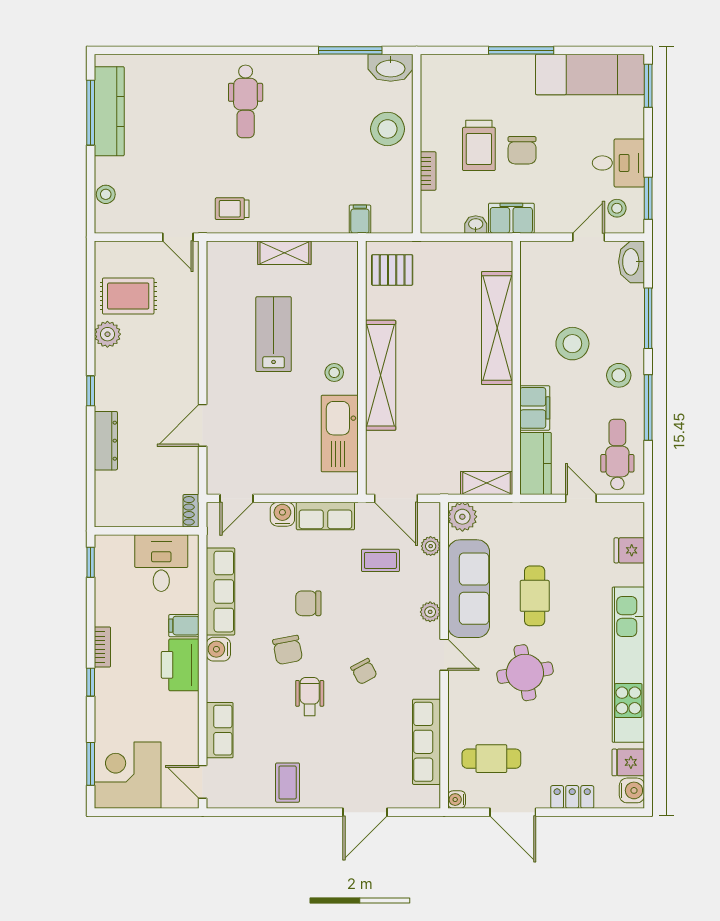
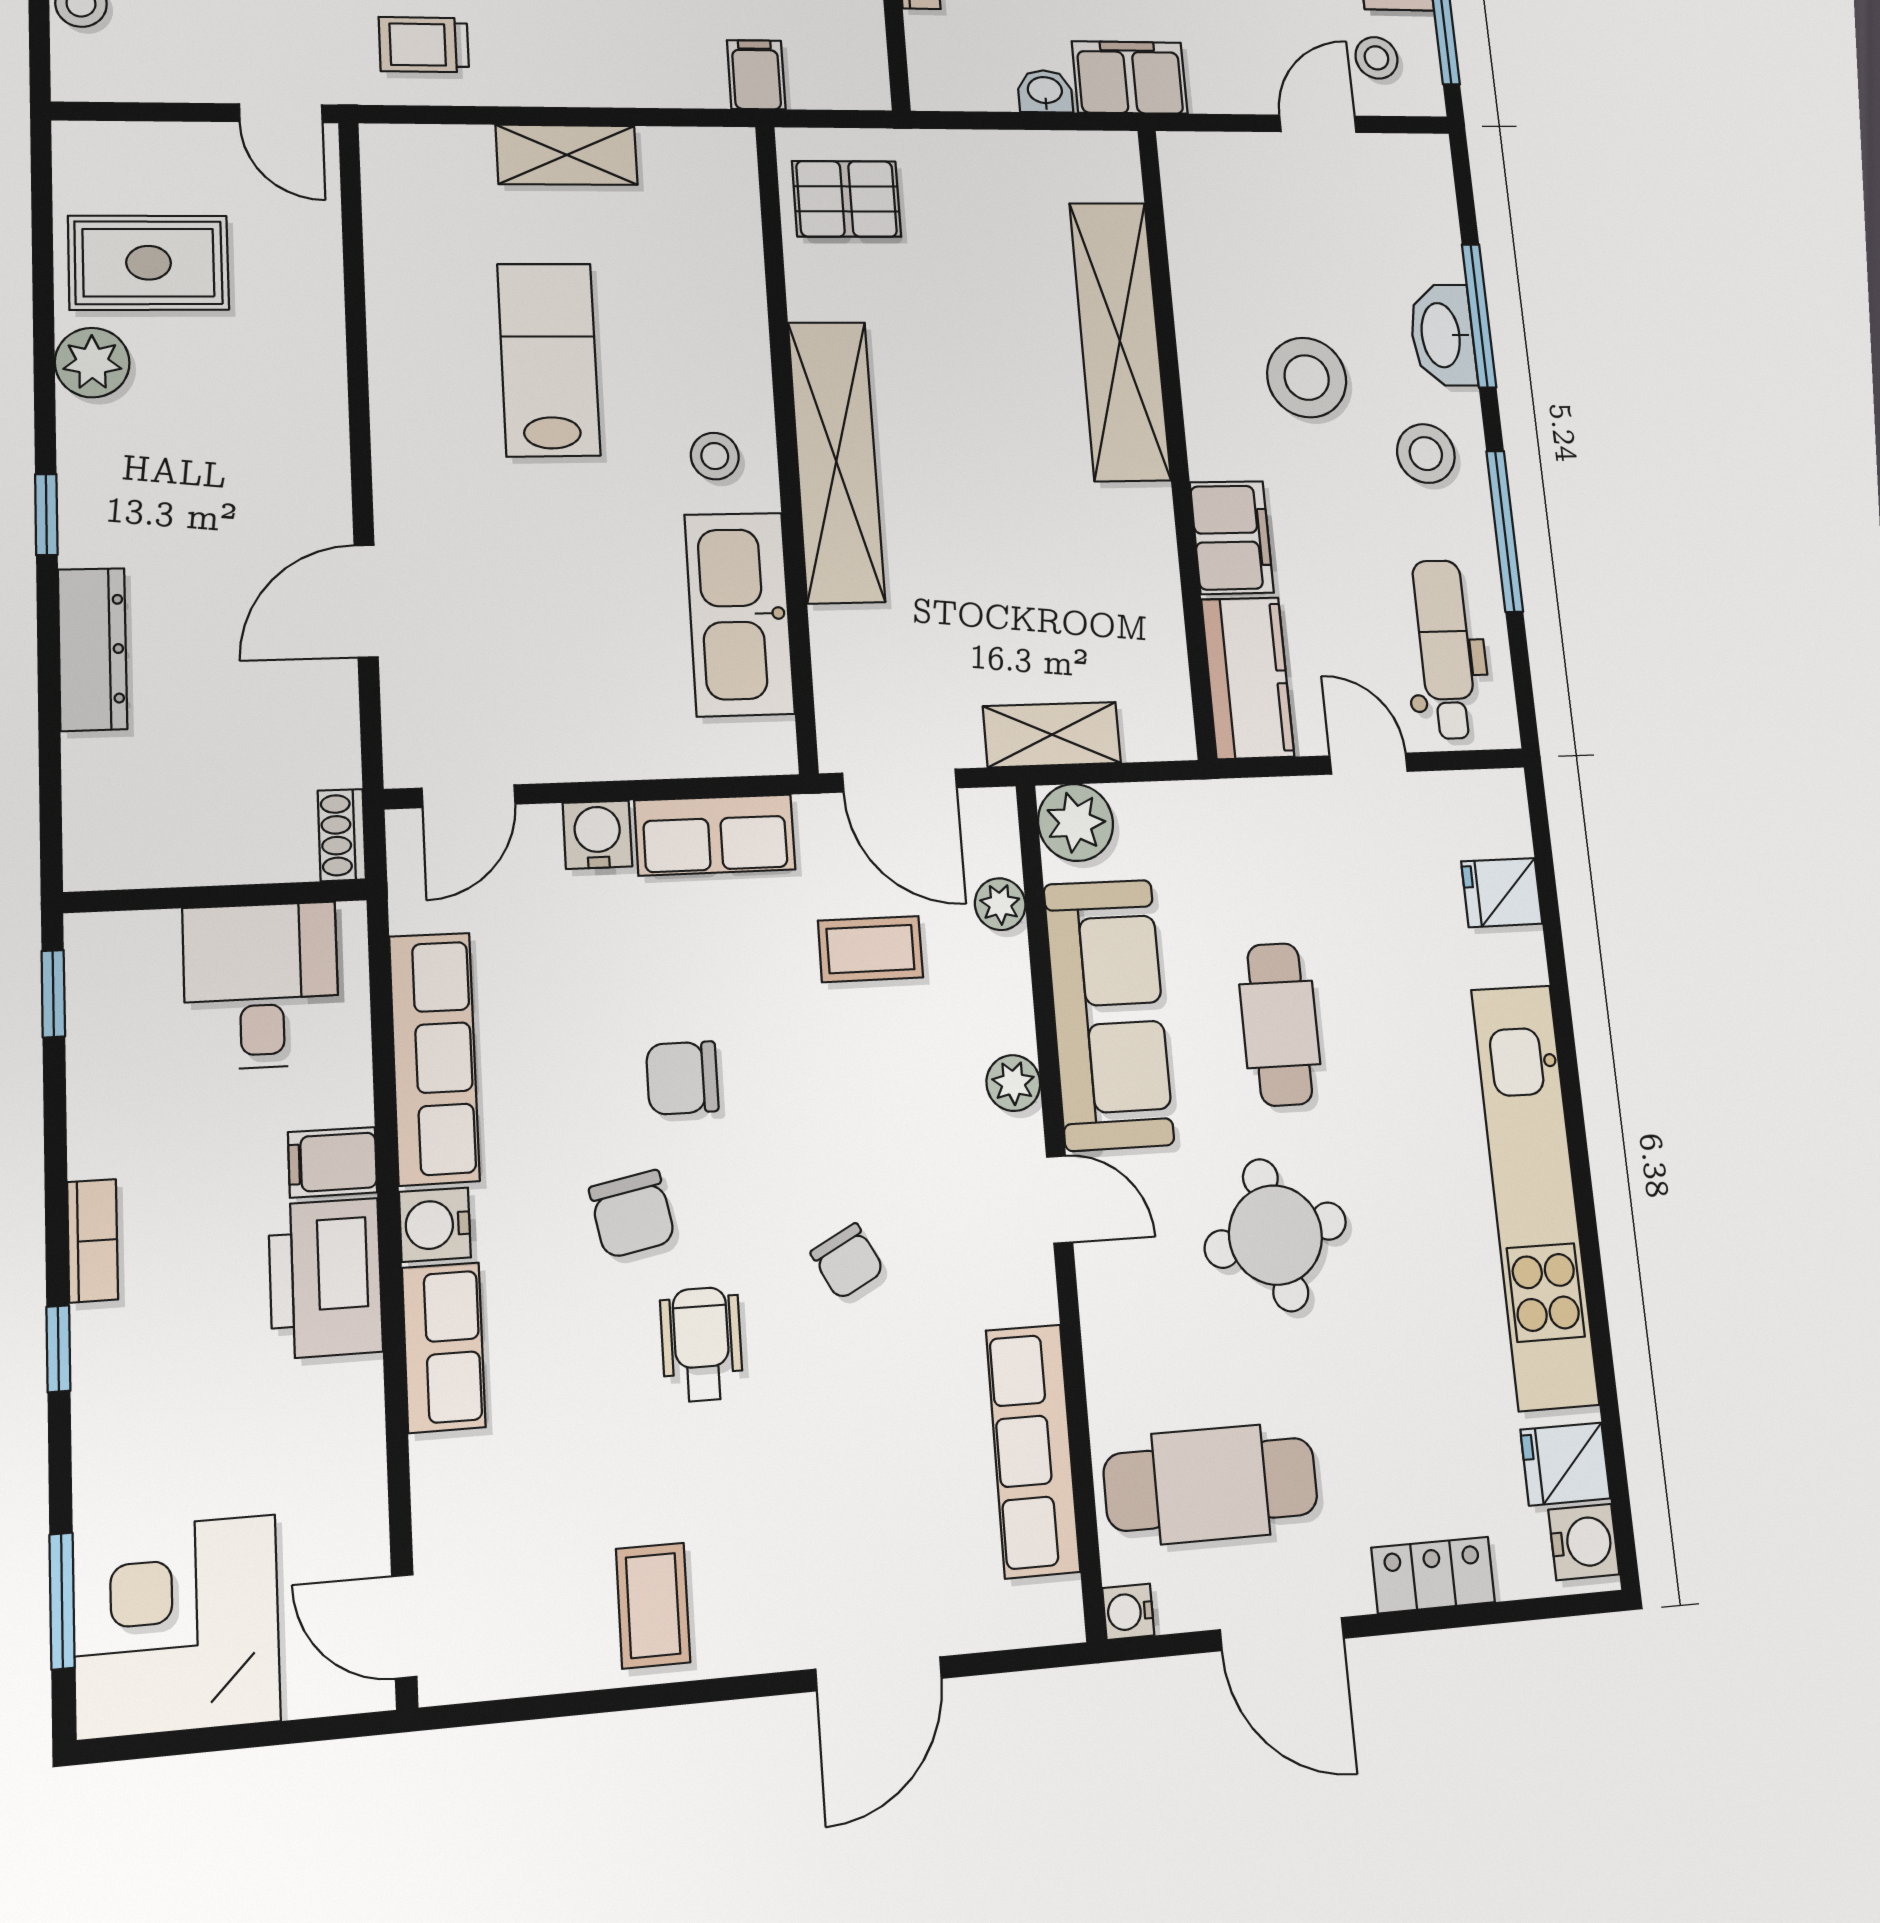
washbasin: (632, 262) -> (1442, 335), moved
shelving: (487, 483) -> (1052, 735), moved
row of seats: (220, 730) -> (444, 1347), moved
cafe table: (491, 759) -> (1211, 1484), width x1.37, depth x1.35

